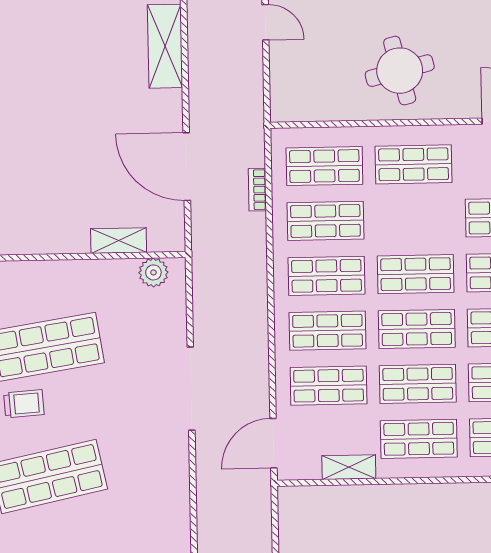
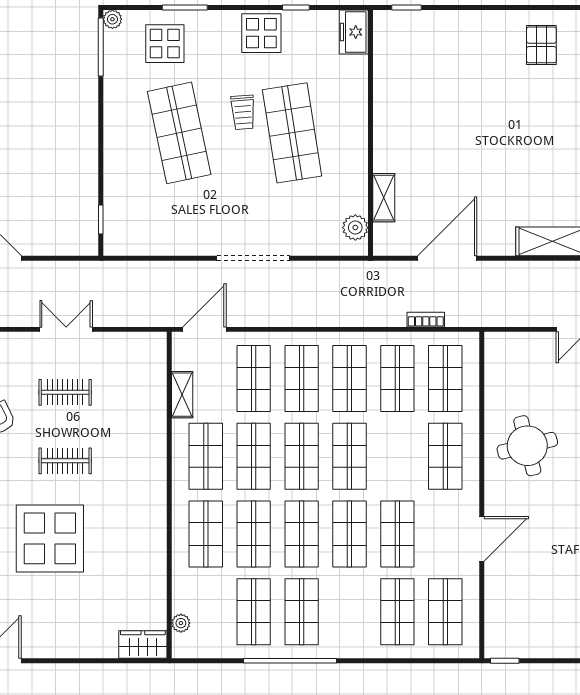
door: (273, 443) -> (204, 329), hinge flipped

